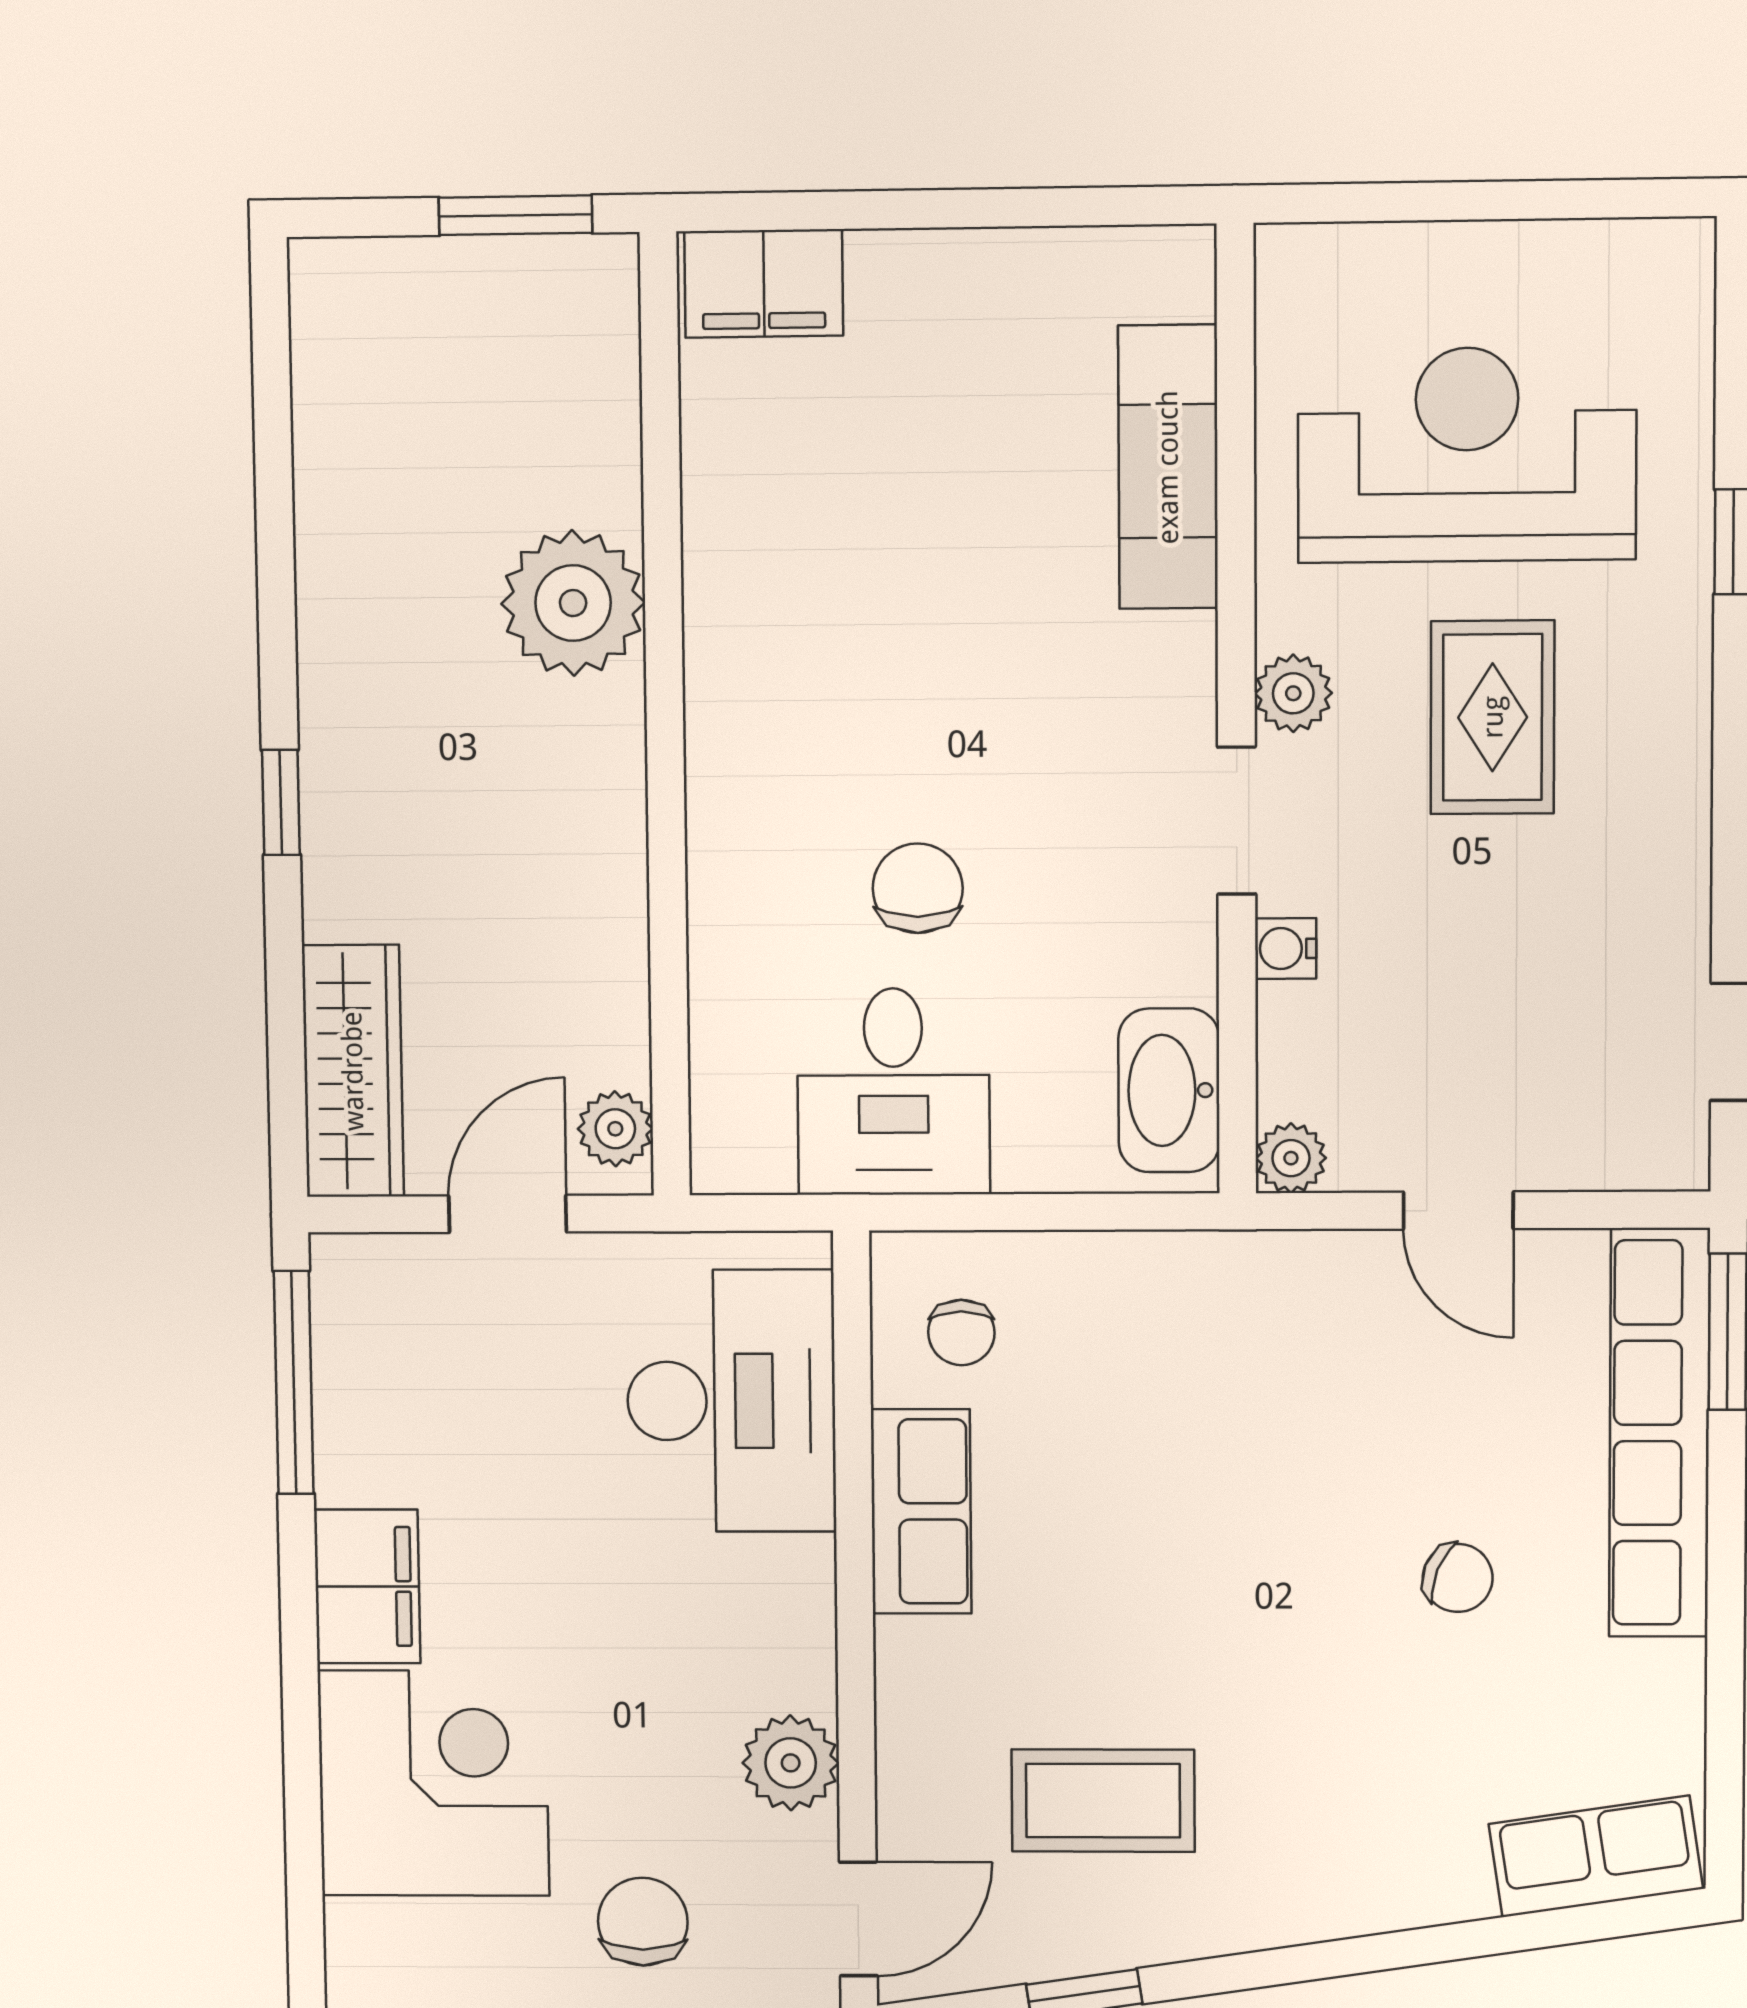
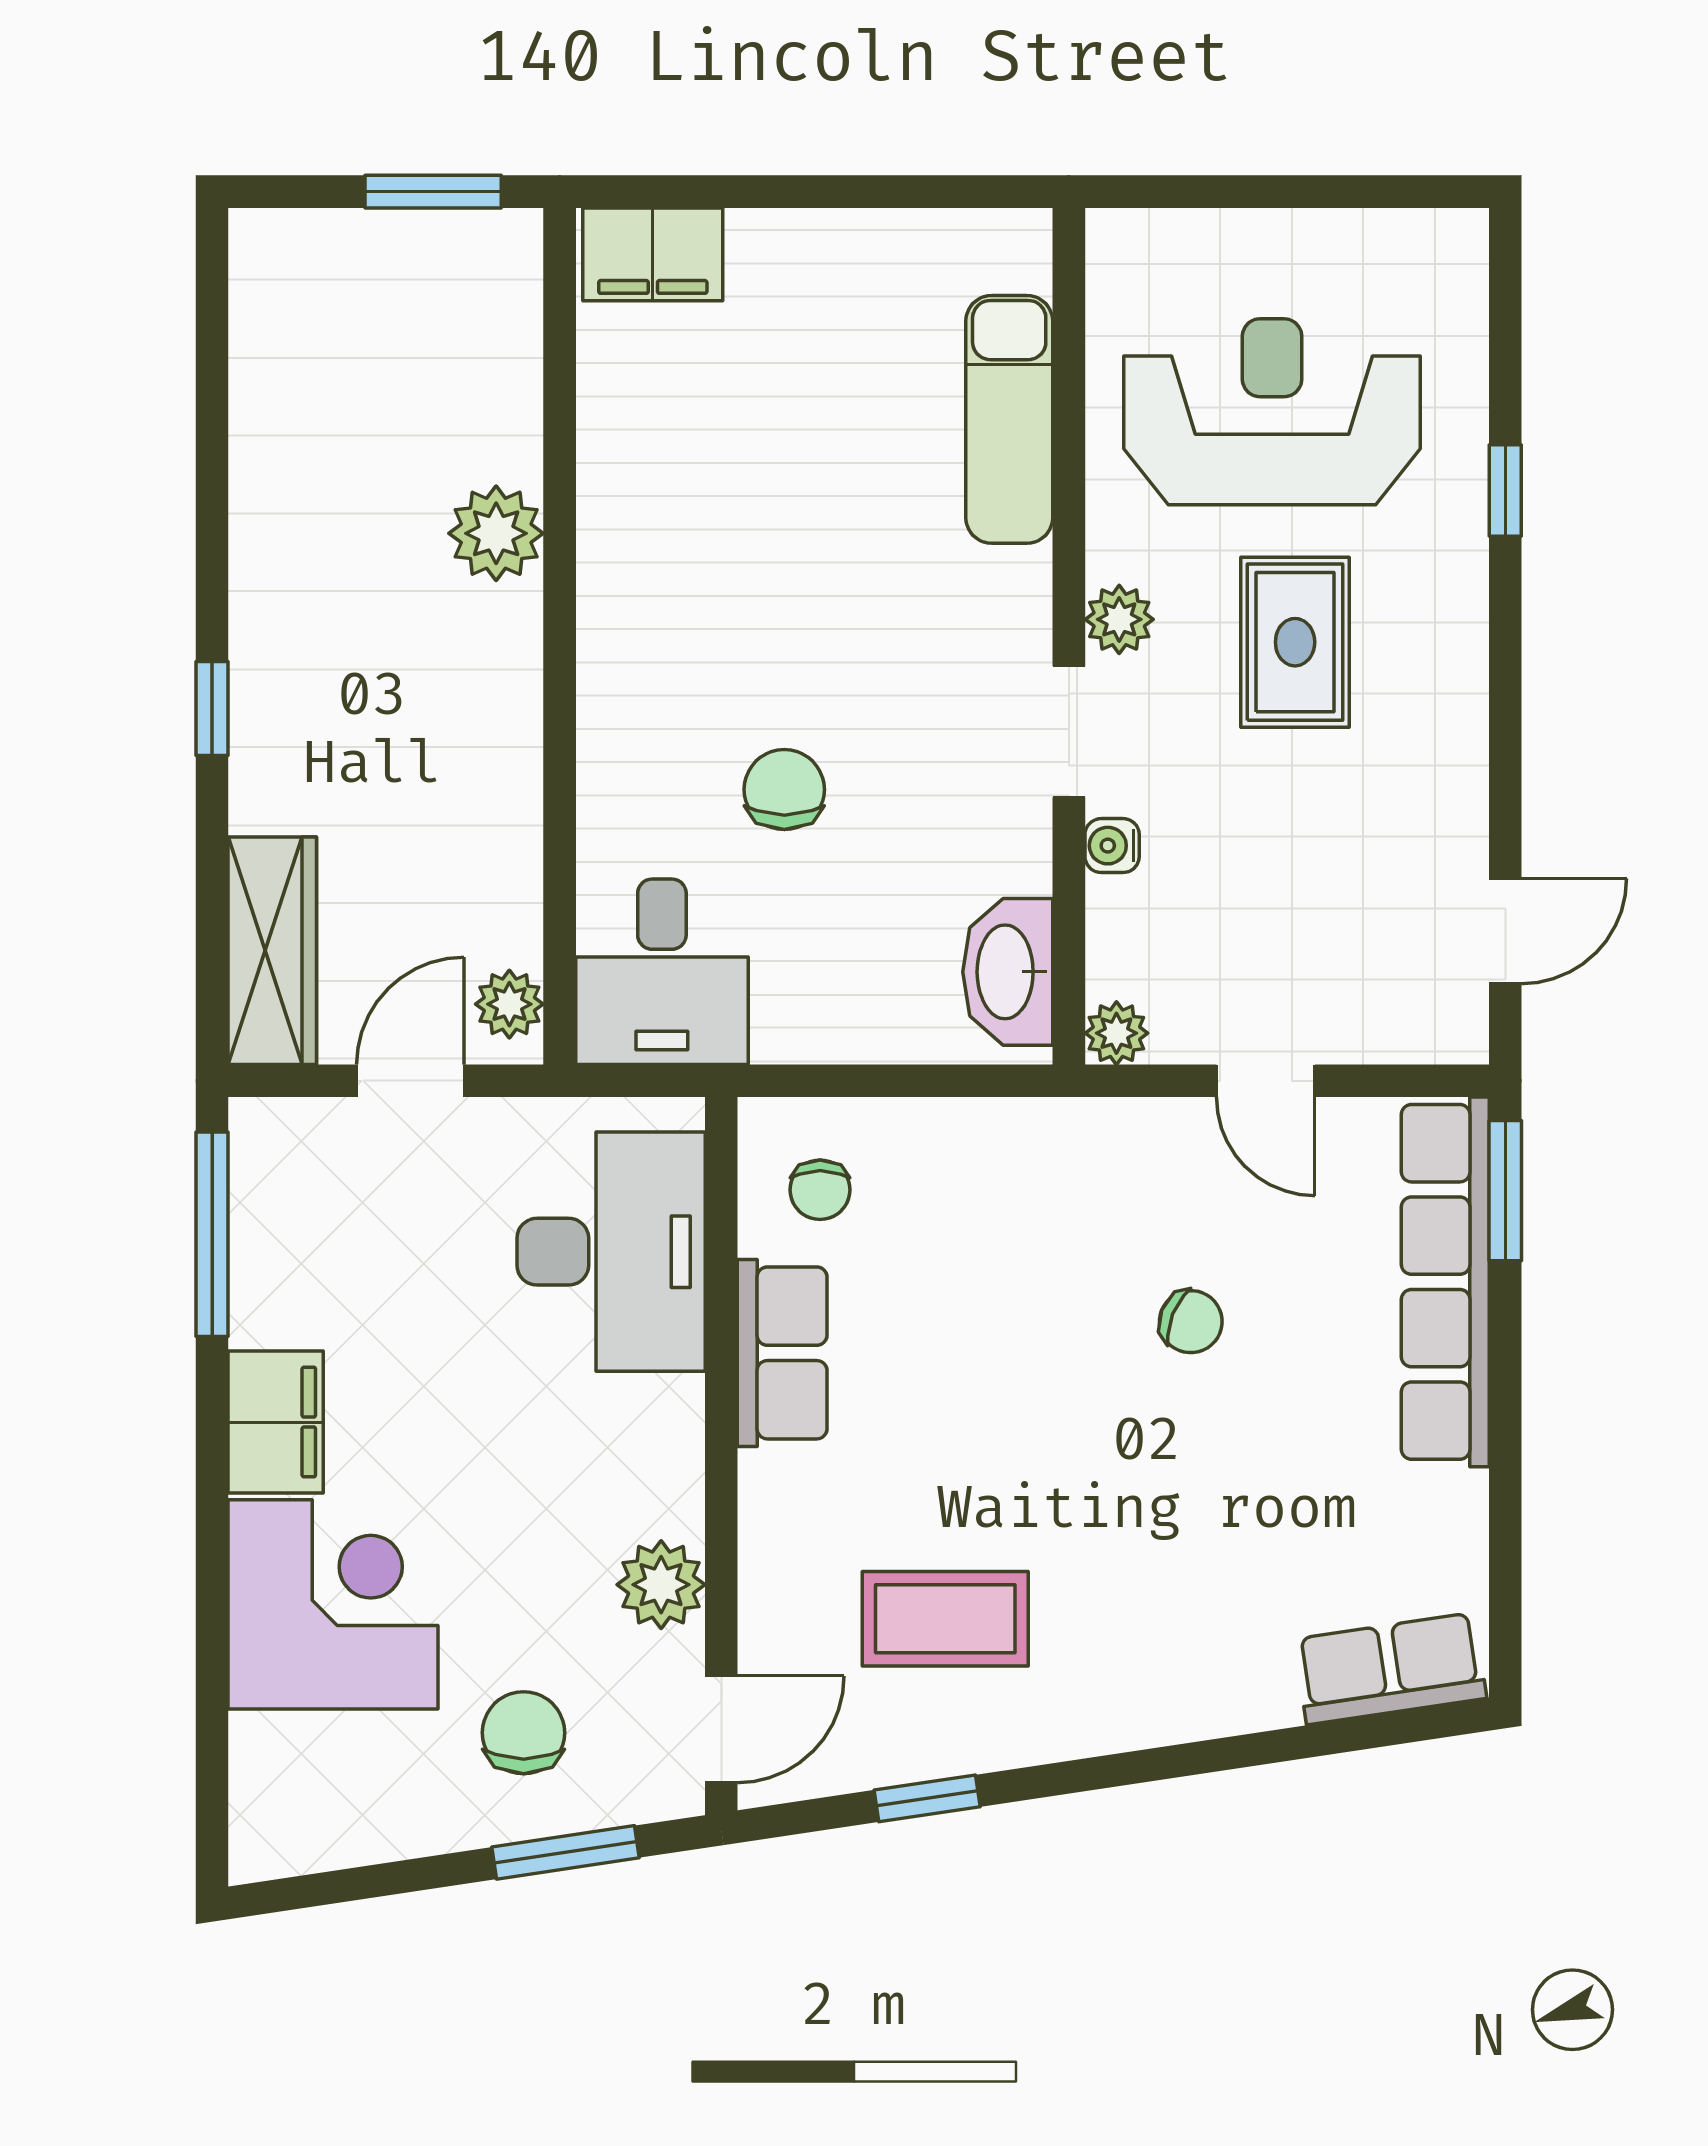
plant: (573, 603) -> (496, 533), width x0.73, depth x0.73
desk: (893, 1092) -> (662, 972), moved
chair: (1458, 1578) -> (1191, 1322), moved

